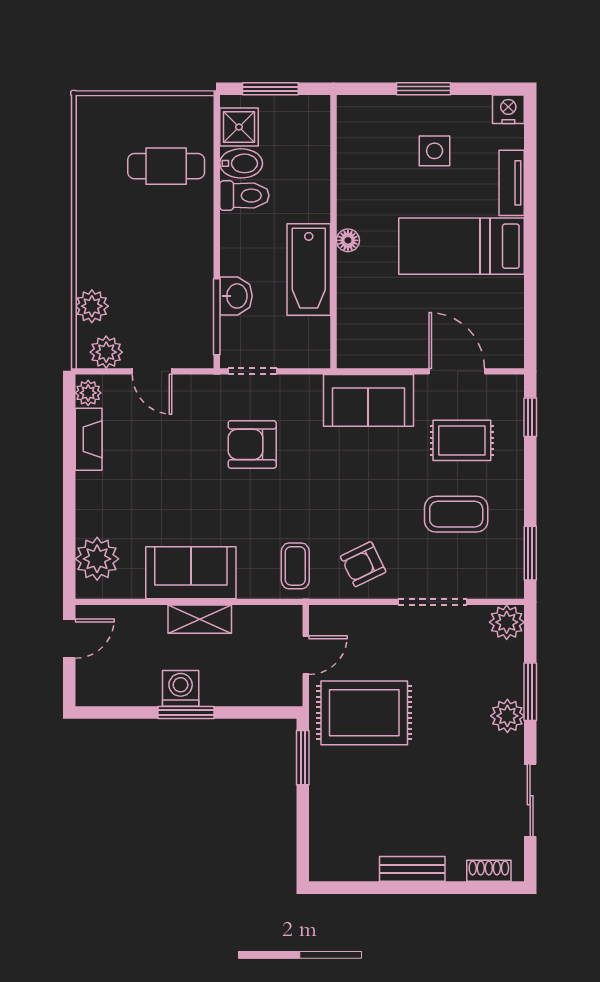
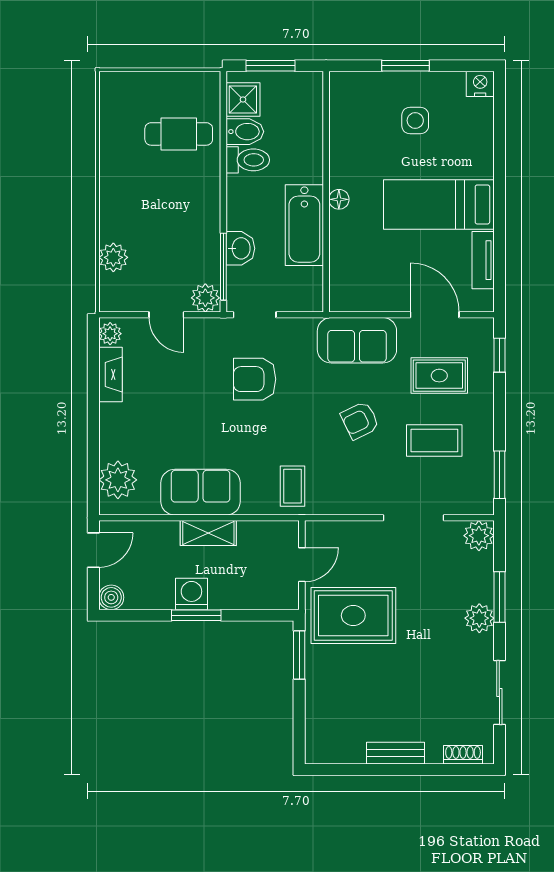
tv unit: (512, 183) -> (483, 260), moved
plant: (106, 352) -> (205, 298), moved
armchair: (363, 564) -> (360, 420), moved
boiler: (89, 692) -> (111, 597), added

